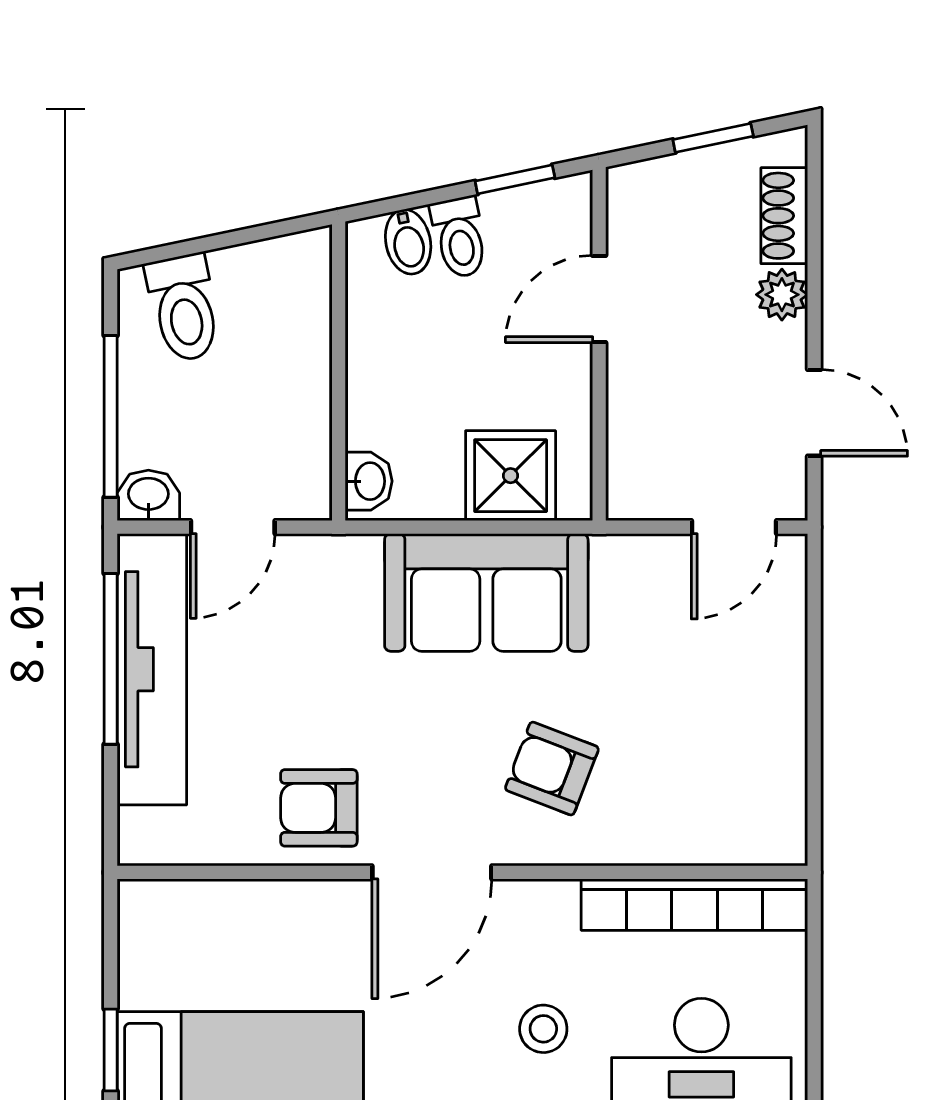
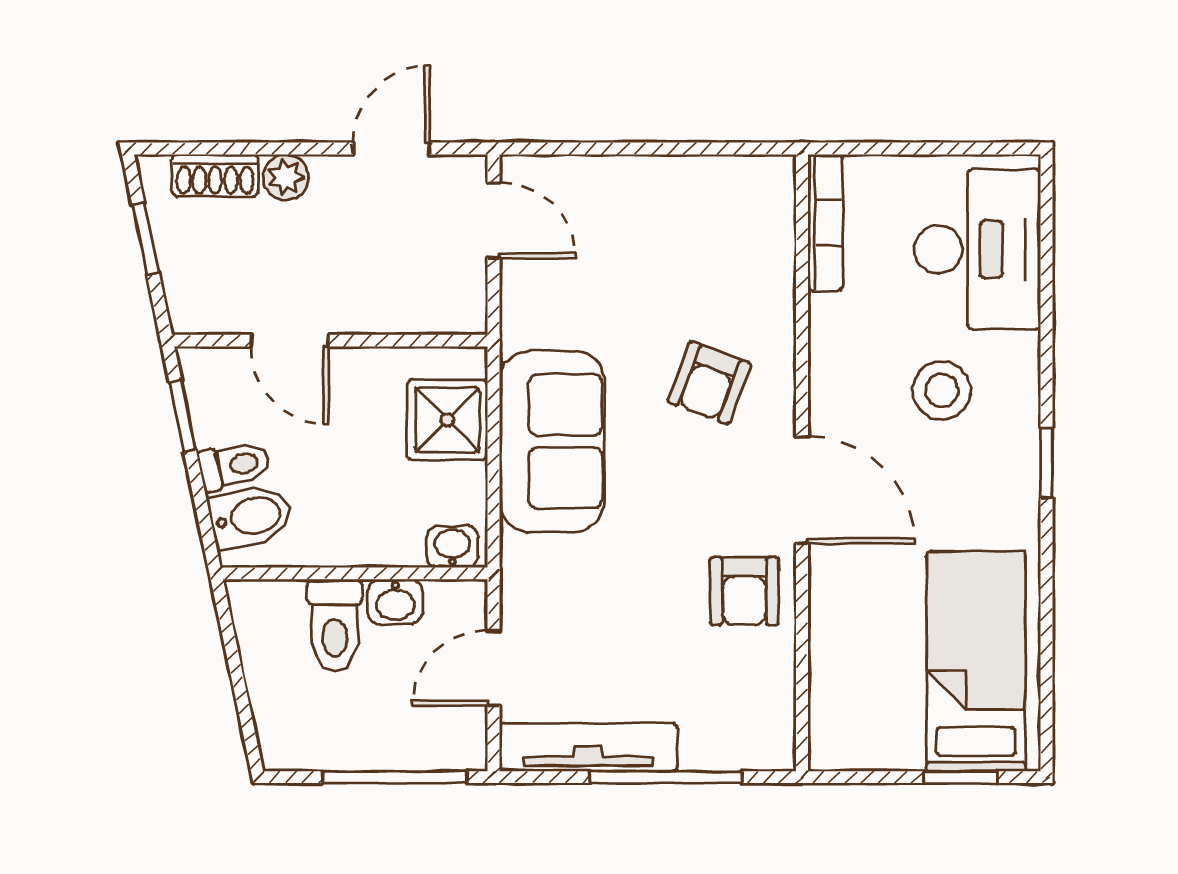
bidet: (408, 242) -> (250, 517), width x1.38, depth x1.36
toilet: (184, 308) -> (335, 625), moved, turned 102
washbasin: (148, 495) -> (395, 602), moved, turned -90
door: (233, 527) -> (493, 668), swing flipped
window: (111, 659) -> (666, 777), moved
tv unit: (152, 669) -> (588, 747), width x0.73, depth x0.78
bookcase: (694, 905) -> (825, 223), width x0.68, depth x0.76
stool: (543, 1029) -> (942, 391), width x1.37, depth x1.37

